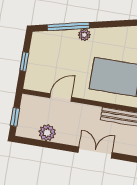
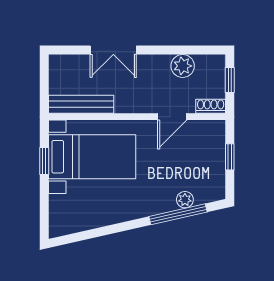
plant: (84, 35) -> (185, 200), moved
shoe rack: (32, 100) -> (211, 106), added

